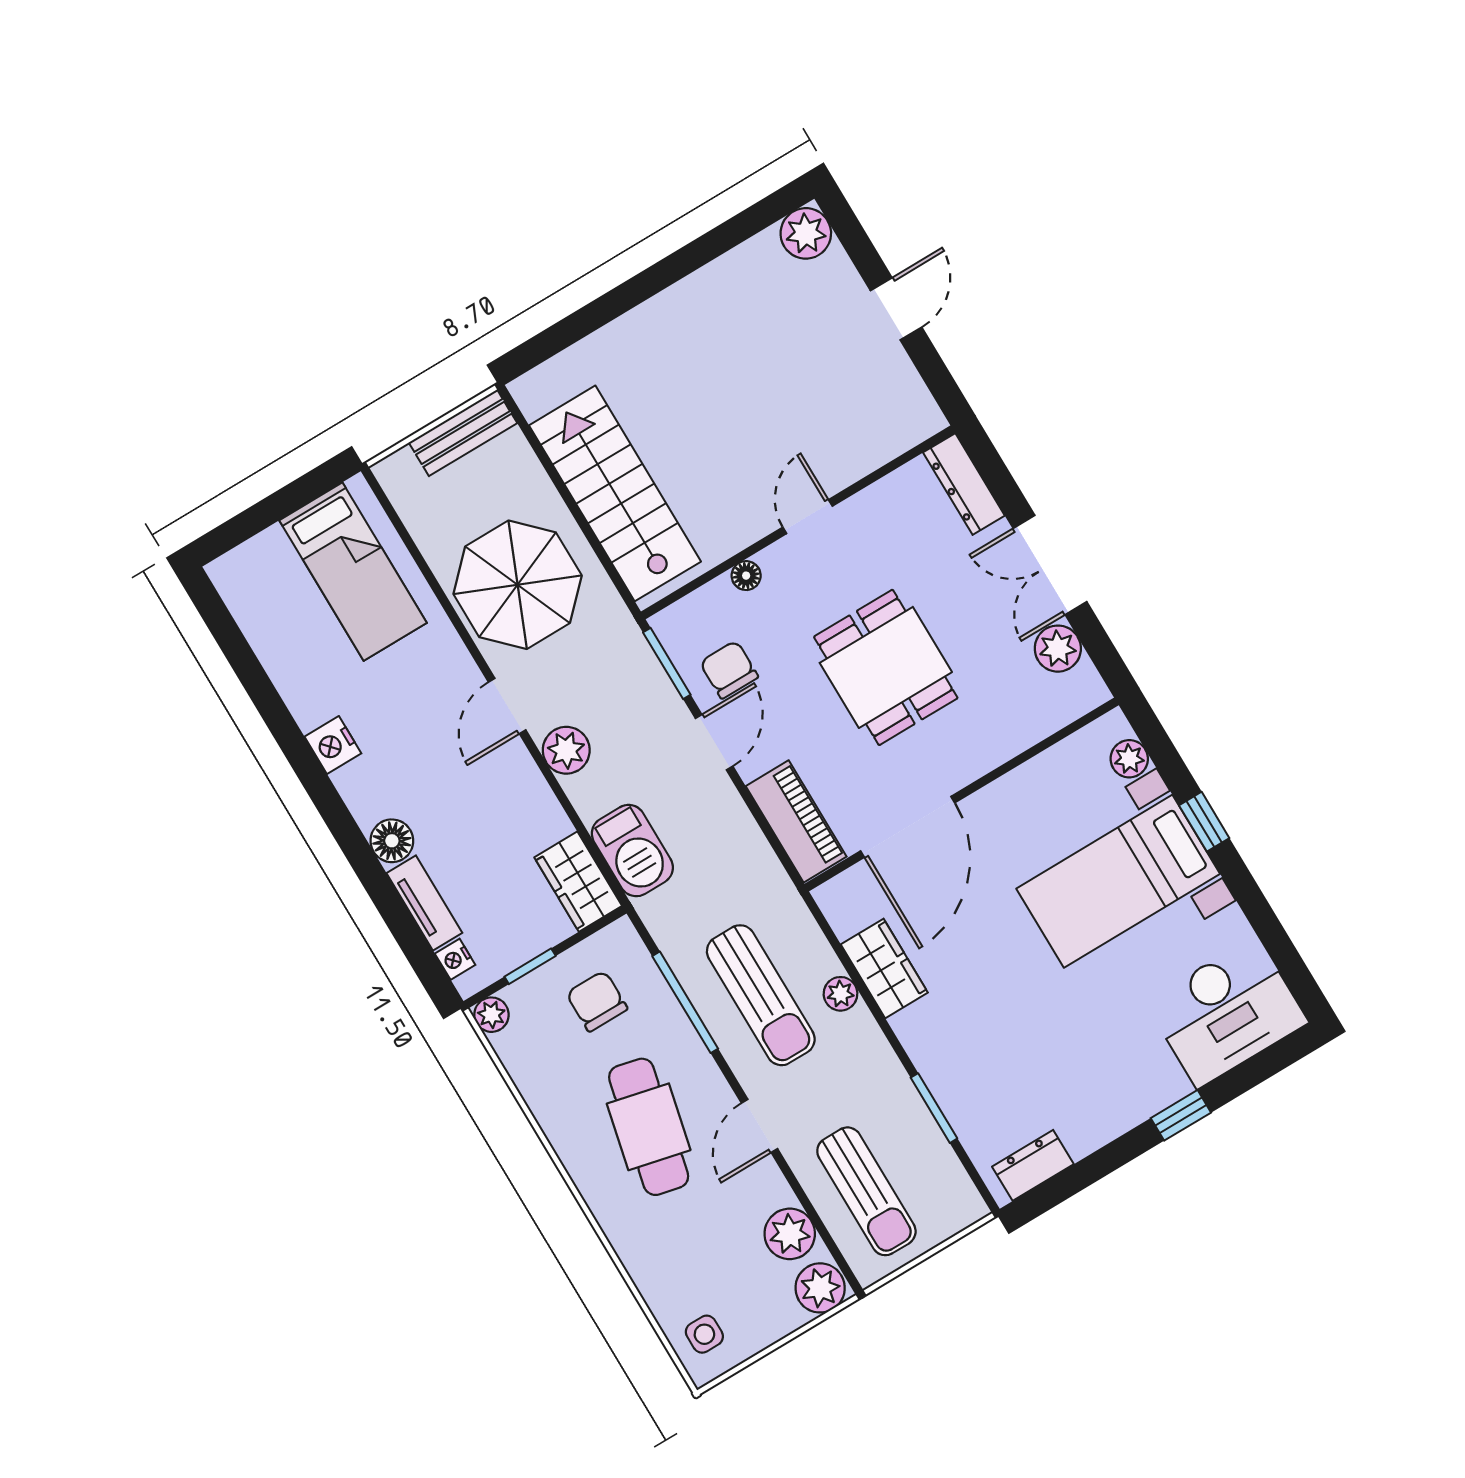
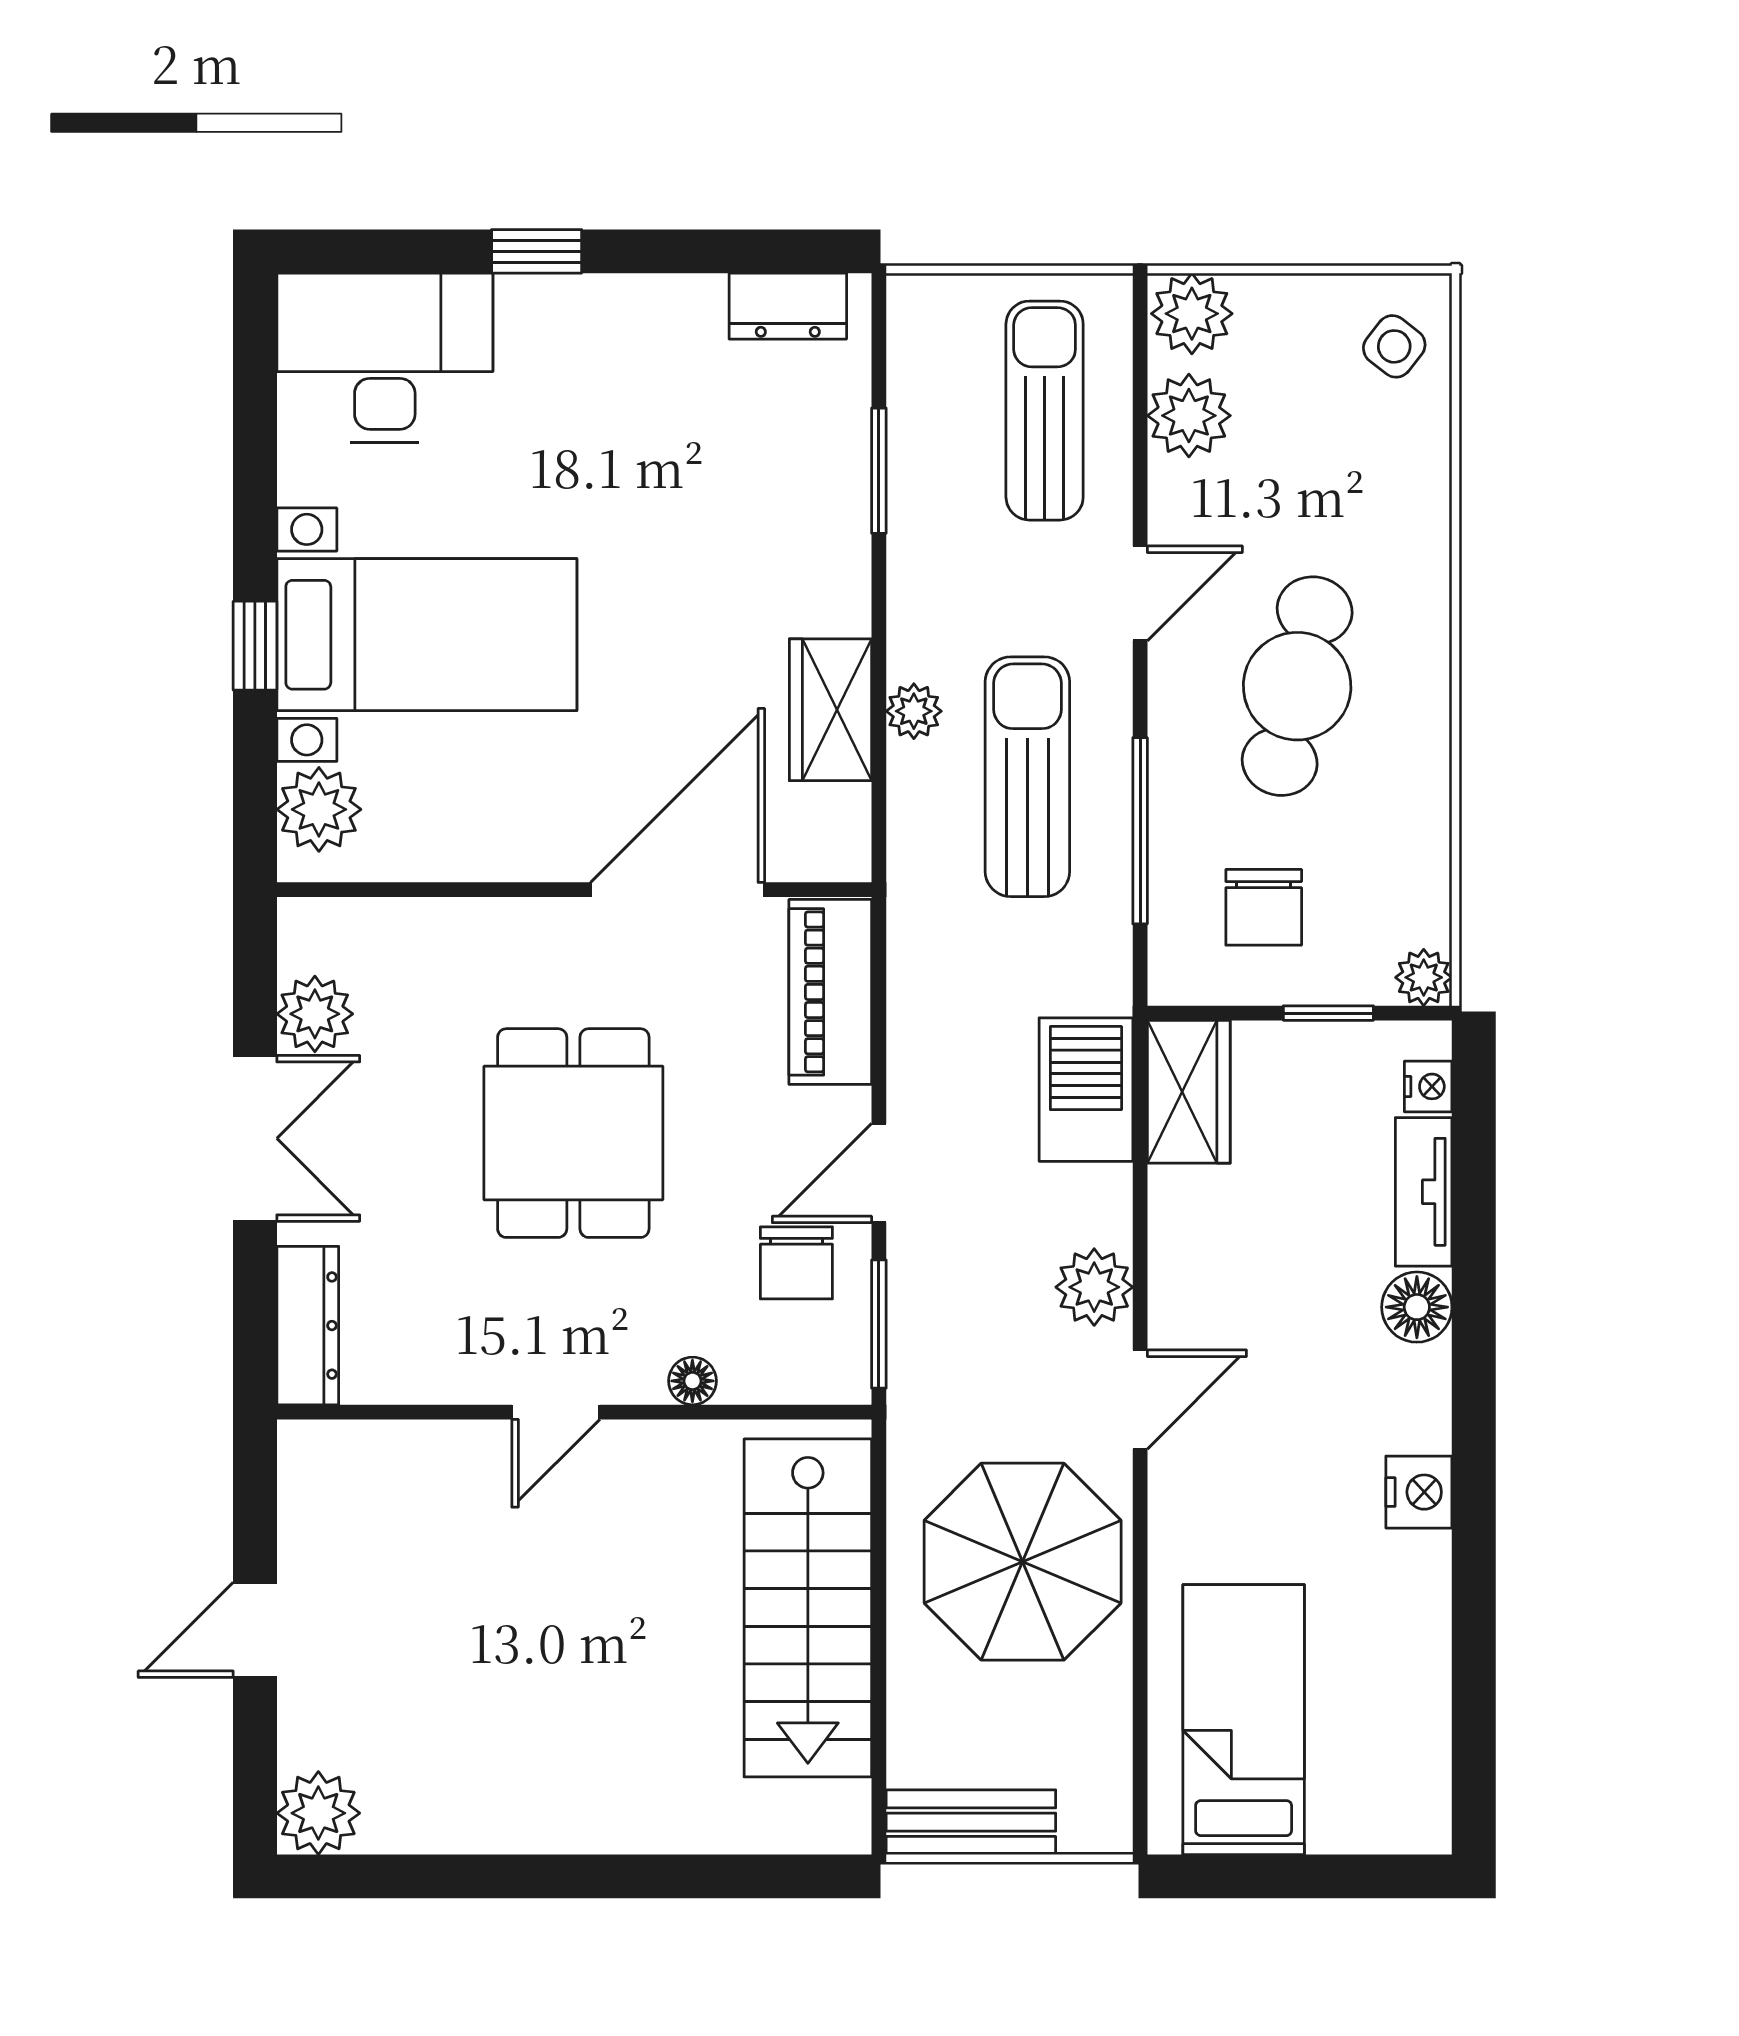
plant: (1129, 759) -> (319, 809), width x1.38, depth x1.38
side table: (704, 1334) -> (1394, 346), turned 38

